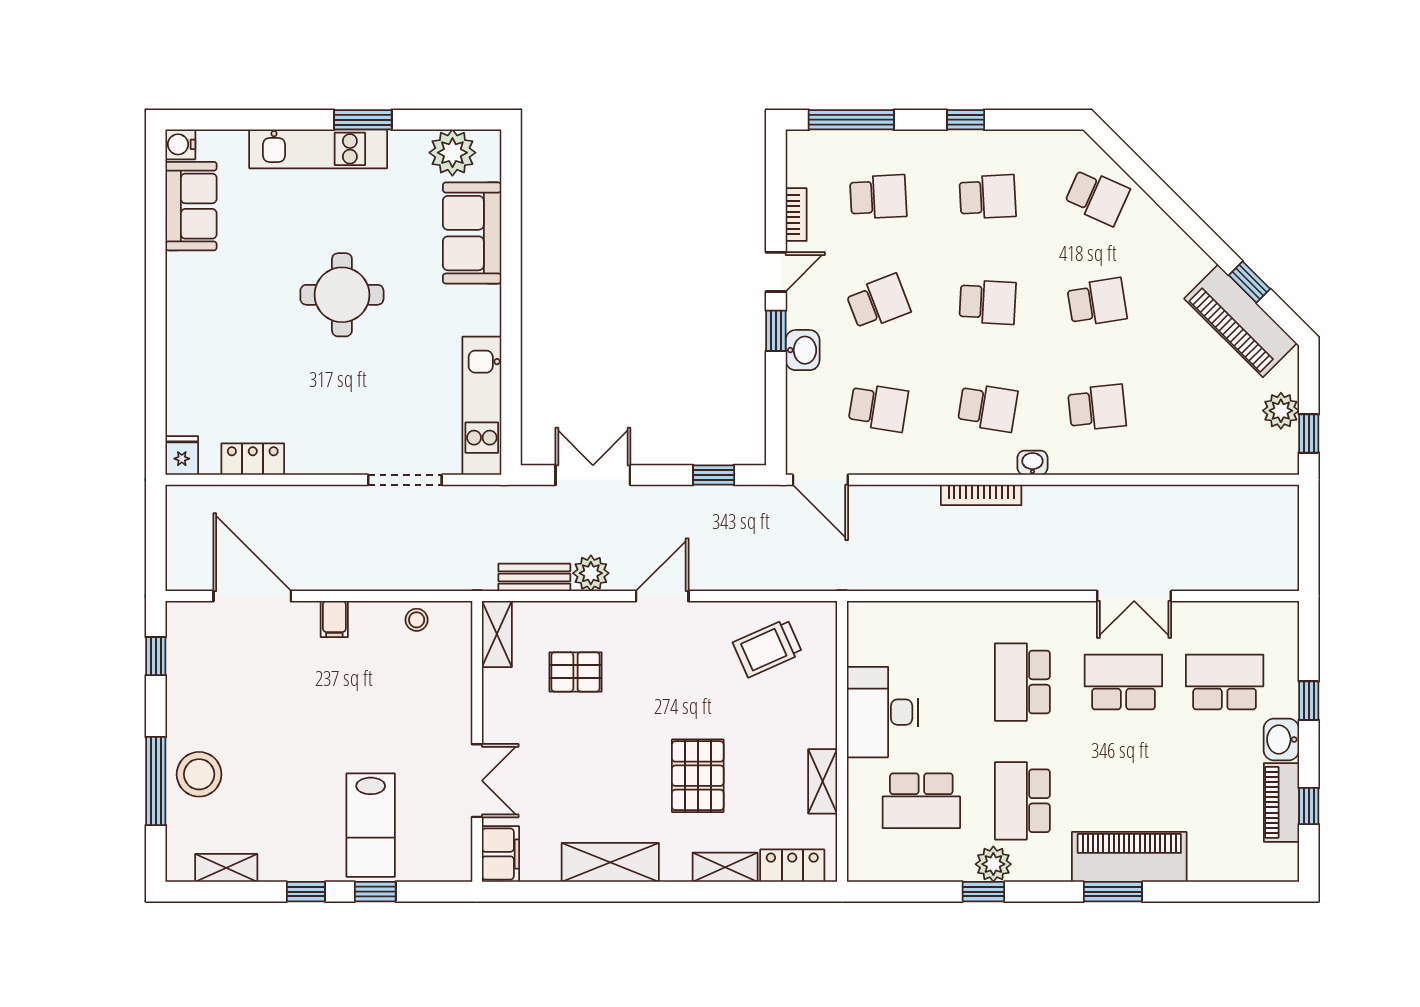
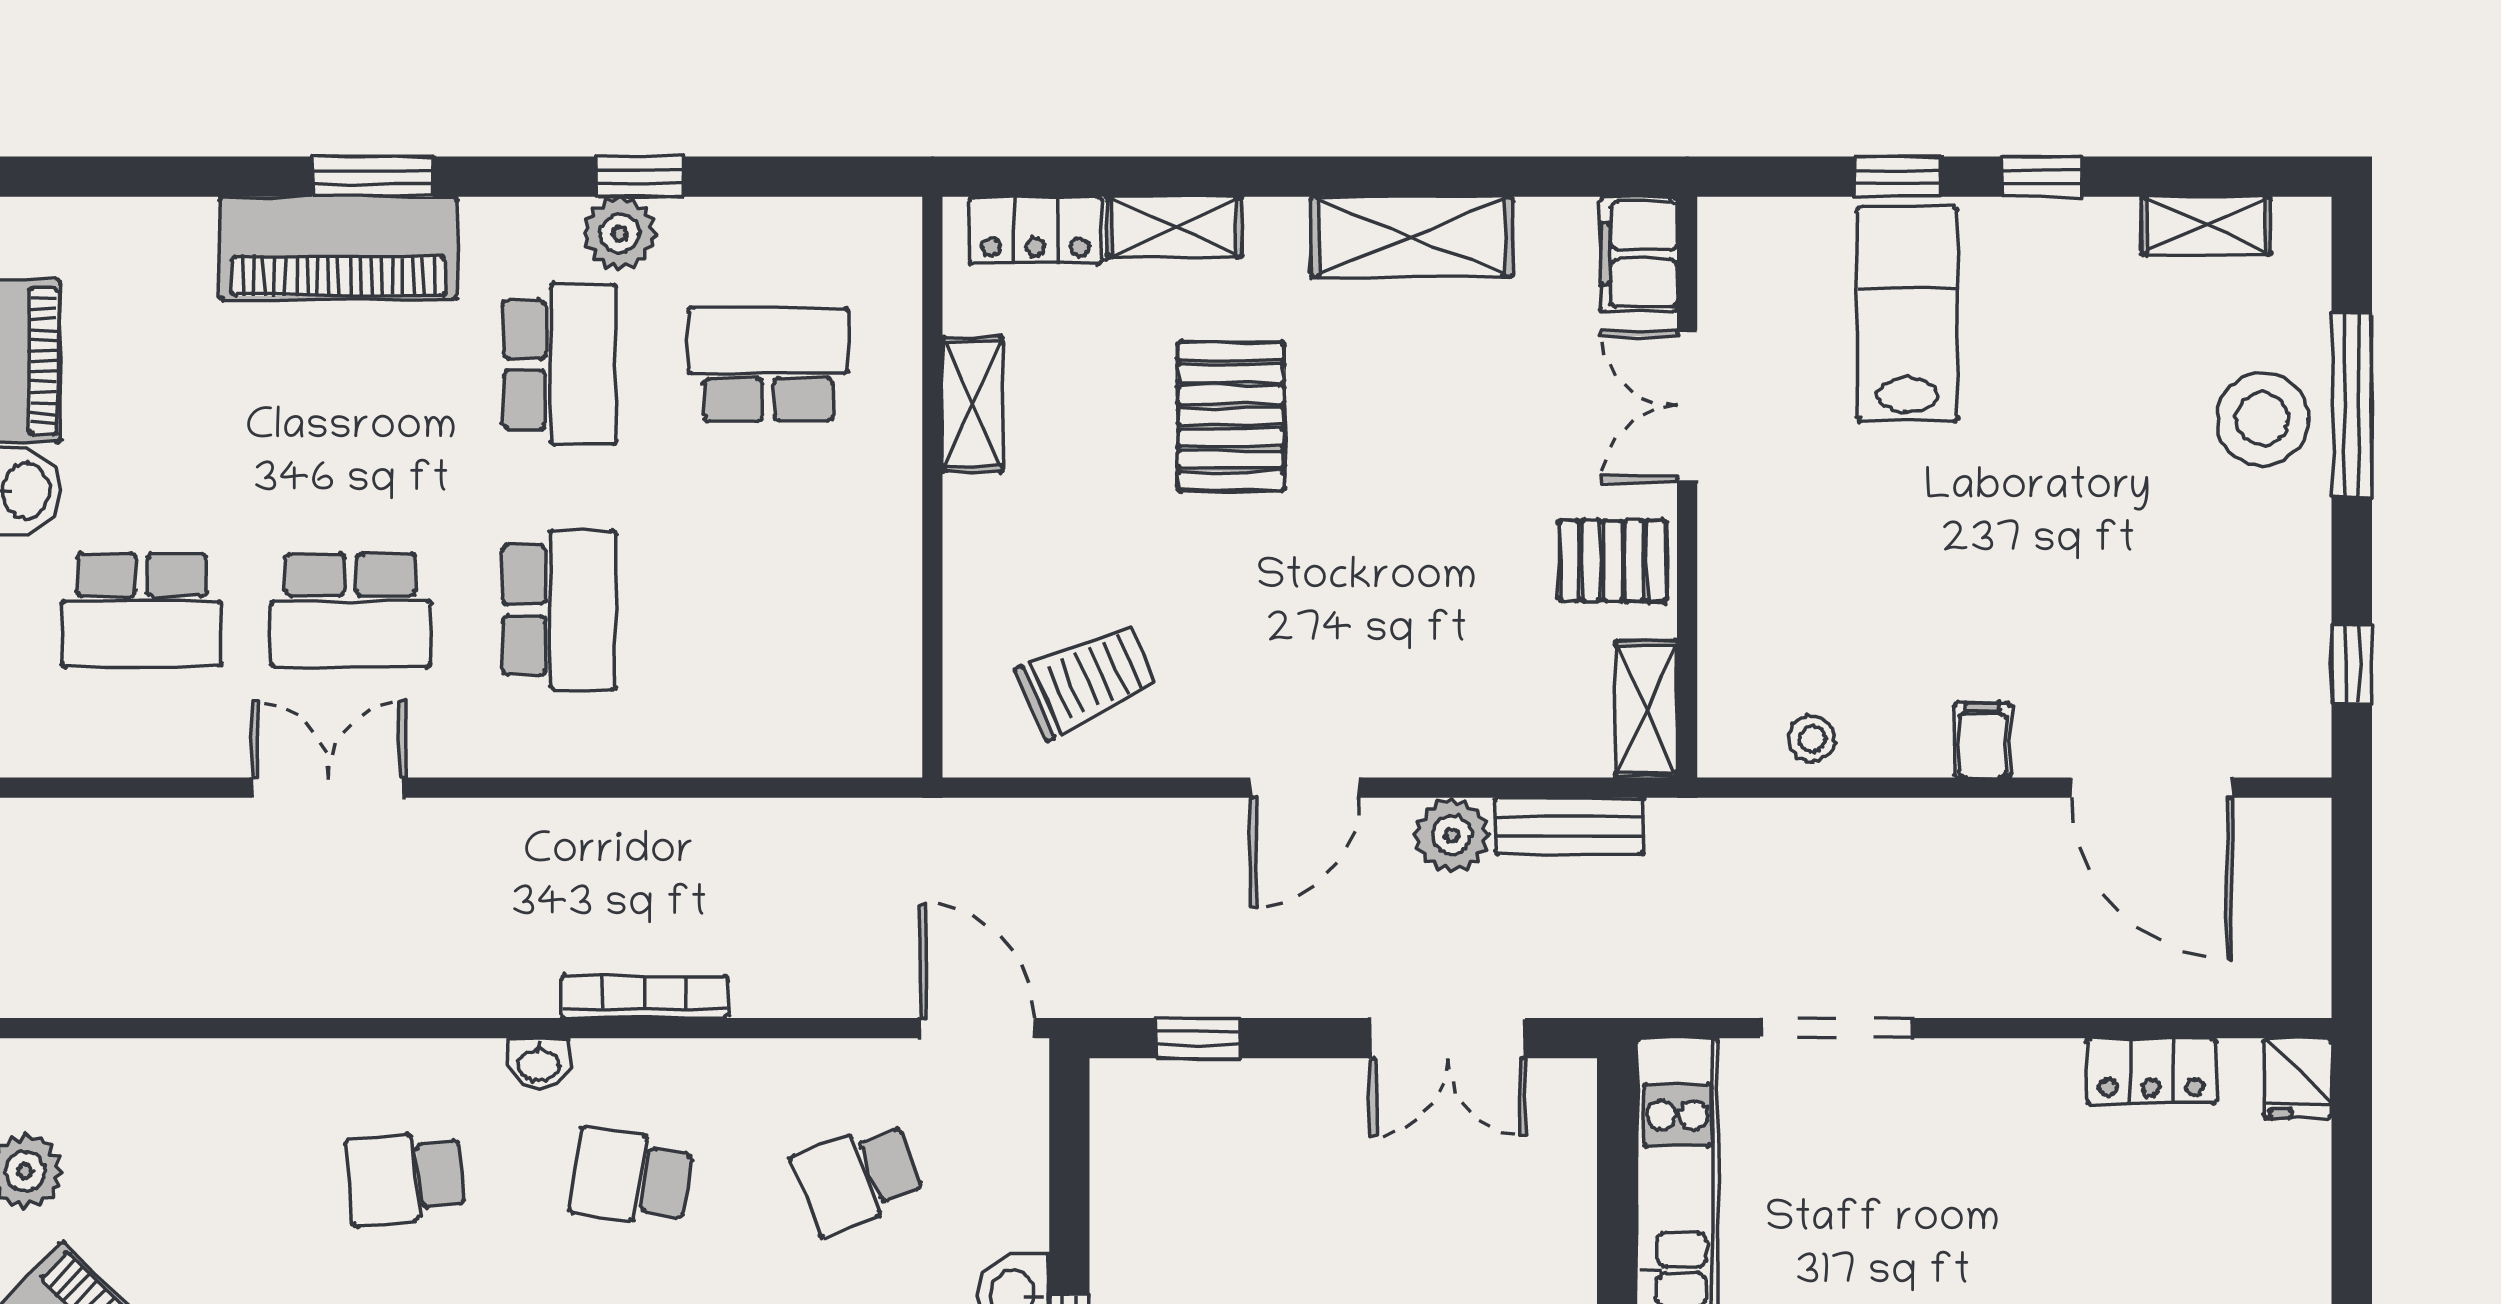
school desk: (878, 408) -> (858, 1178), turned -30
pallet: (575, 672) -> (1613, 561), moved
desk: (882, 712) -> (849, 548), removed

